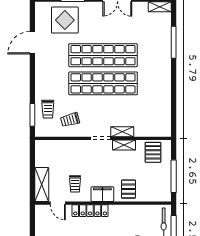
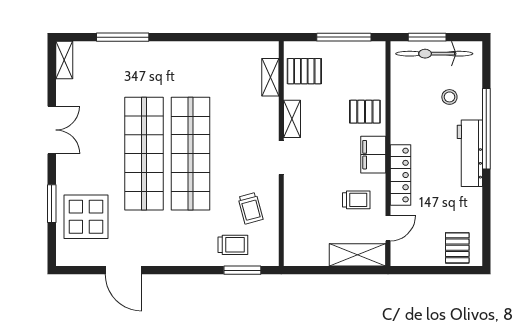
shelving: (122, 132) -> (270, 77), moved

